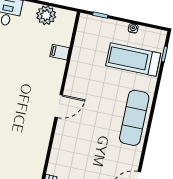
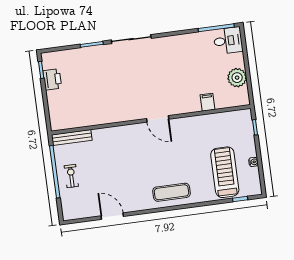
exercise mat: (134, 118) -> (172, 192), width x0.73, depth x0.69

